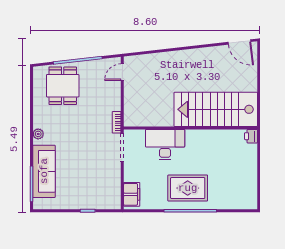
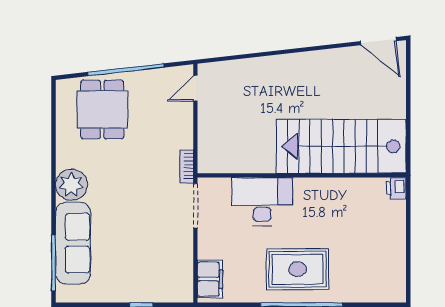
plant: (38, 134) -> (71, 185), width x1.88, depth x1.88

